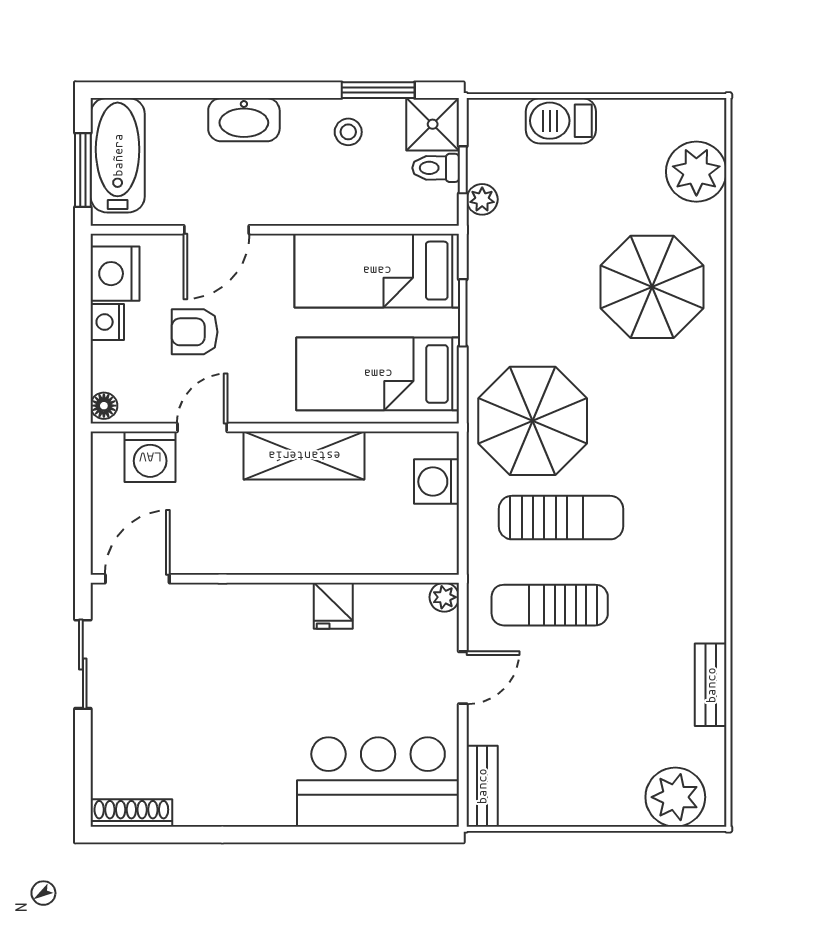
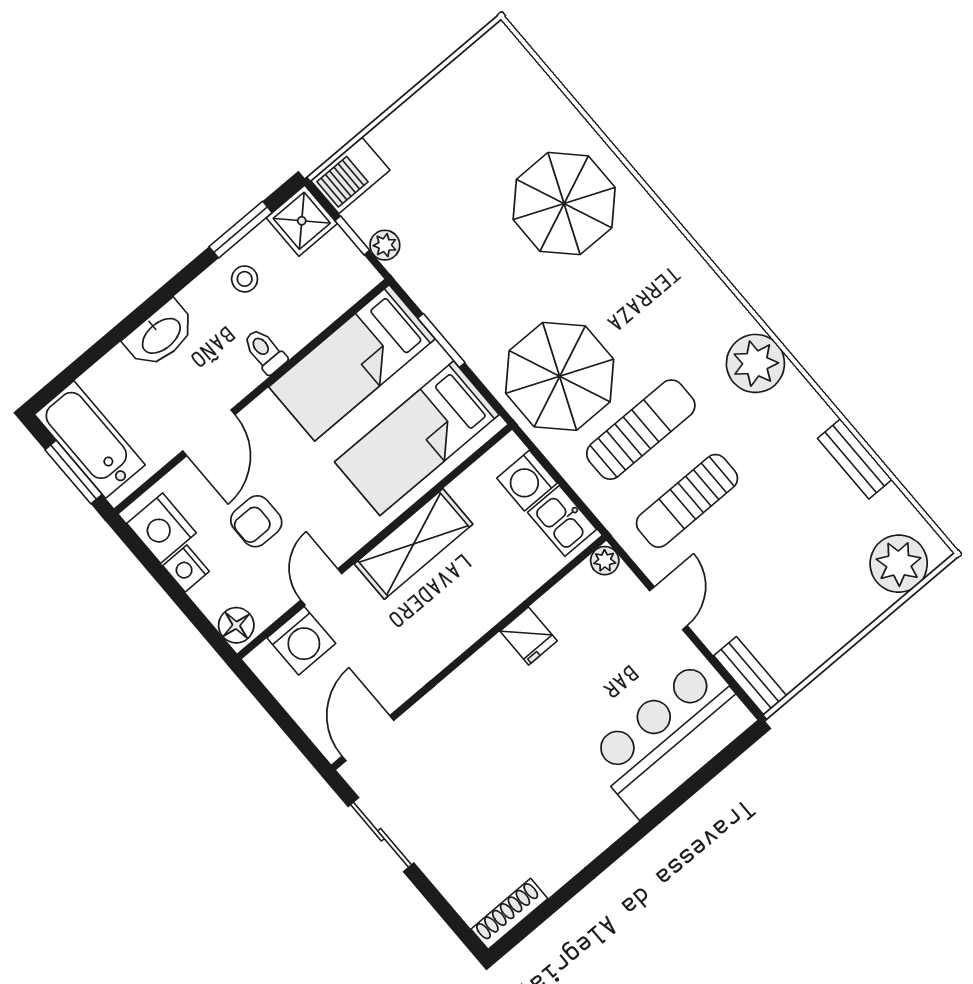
barbecue: (561, 121) -> (350, 175), moved
toilet: (436, 168) -> (265, 351), moved, turned 90
plant: (696, 172) -> (755, 363), moved
floor lamp: (104, 406) -> (236, 625), width x1.37, depth x1.37
kitchen sink: (437, 537) -> (562, 521), added

